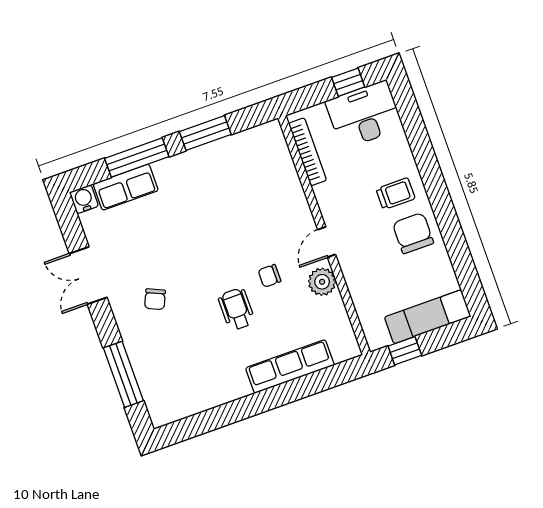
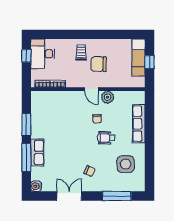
row of seats: (126, 187) -> (37, 152), moved
chair: (413, 233) -> (99, 64), moved
double door: (88, 275) -> (69, 196), swing flipped
window: (405, 351) -> (150, 62), moved
side table: (196, 369) -> (126, 164), added

